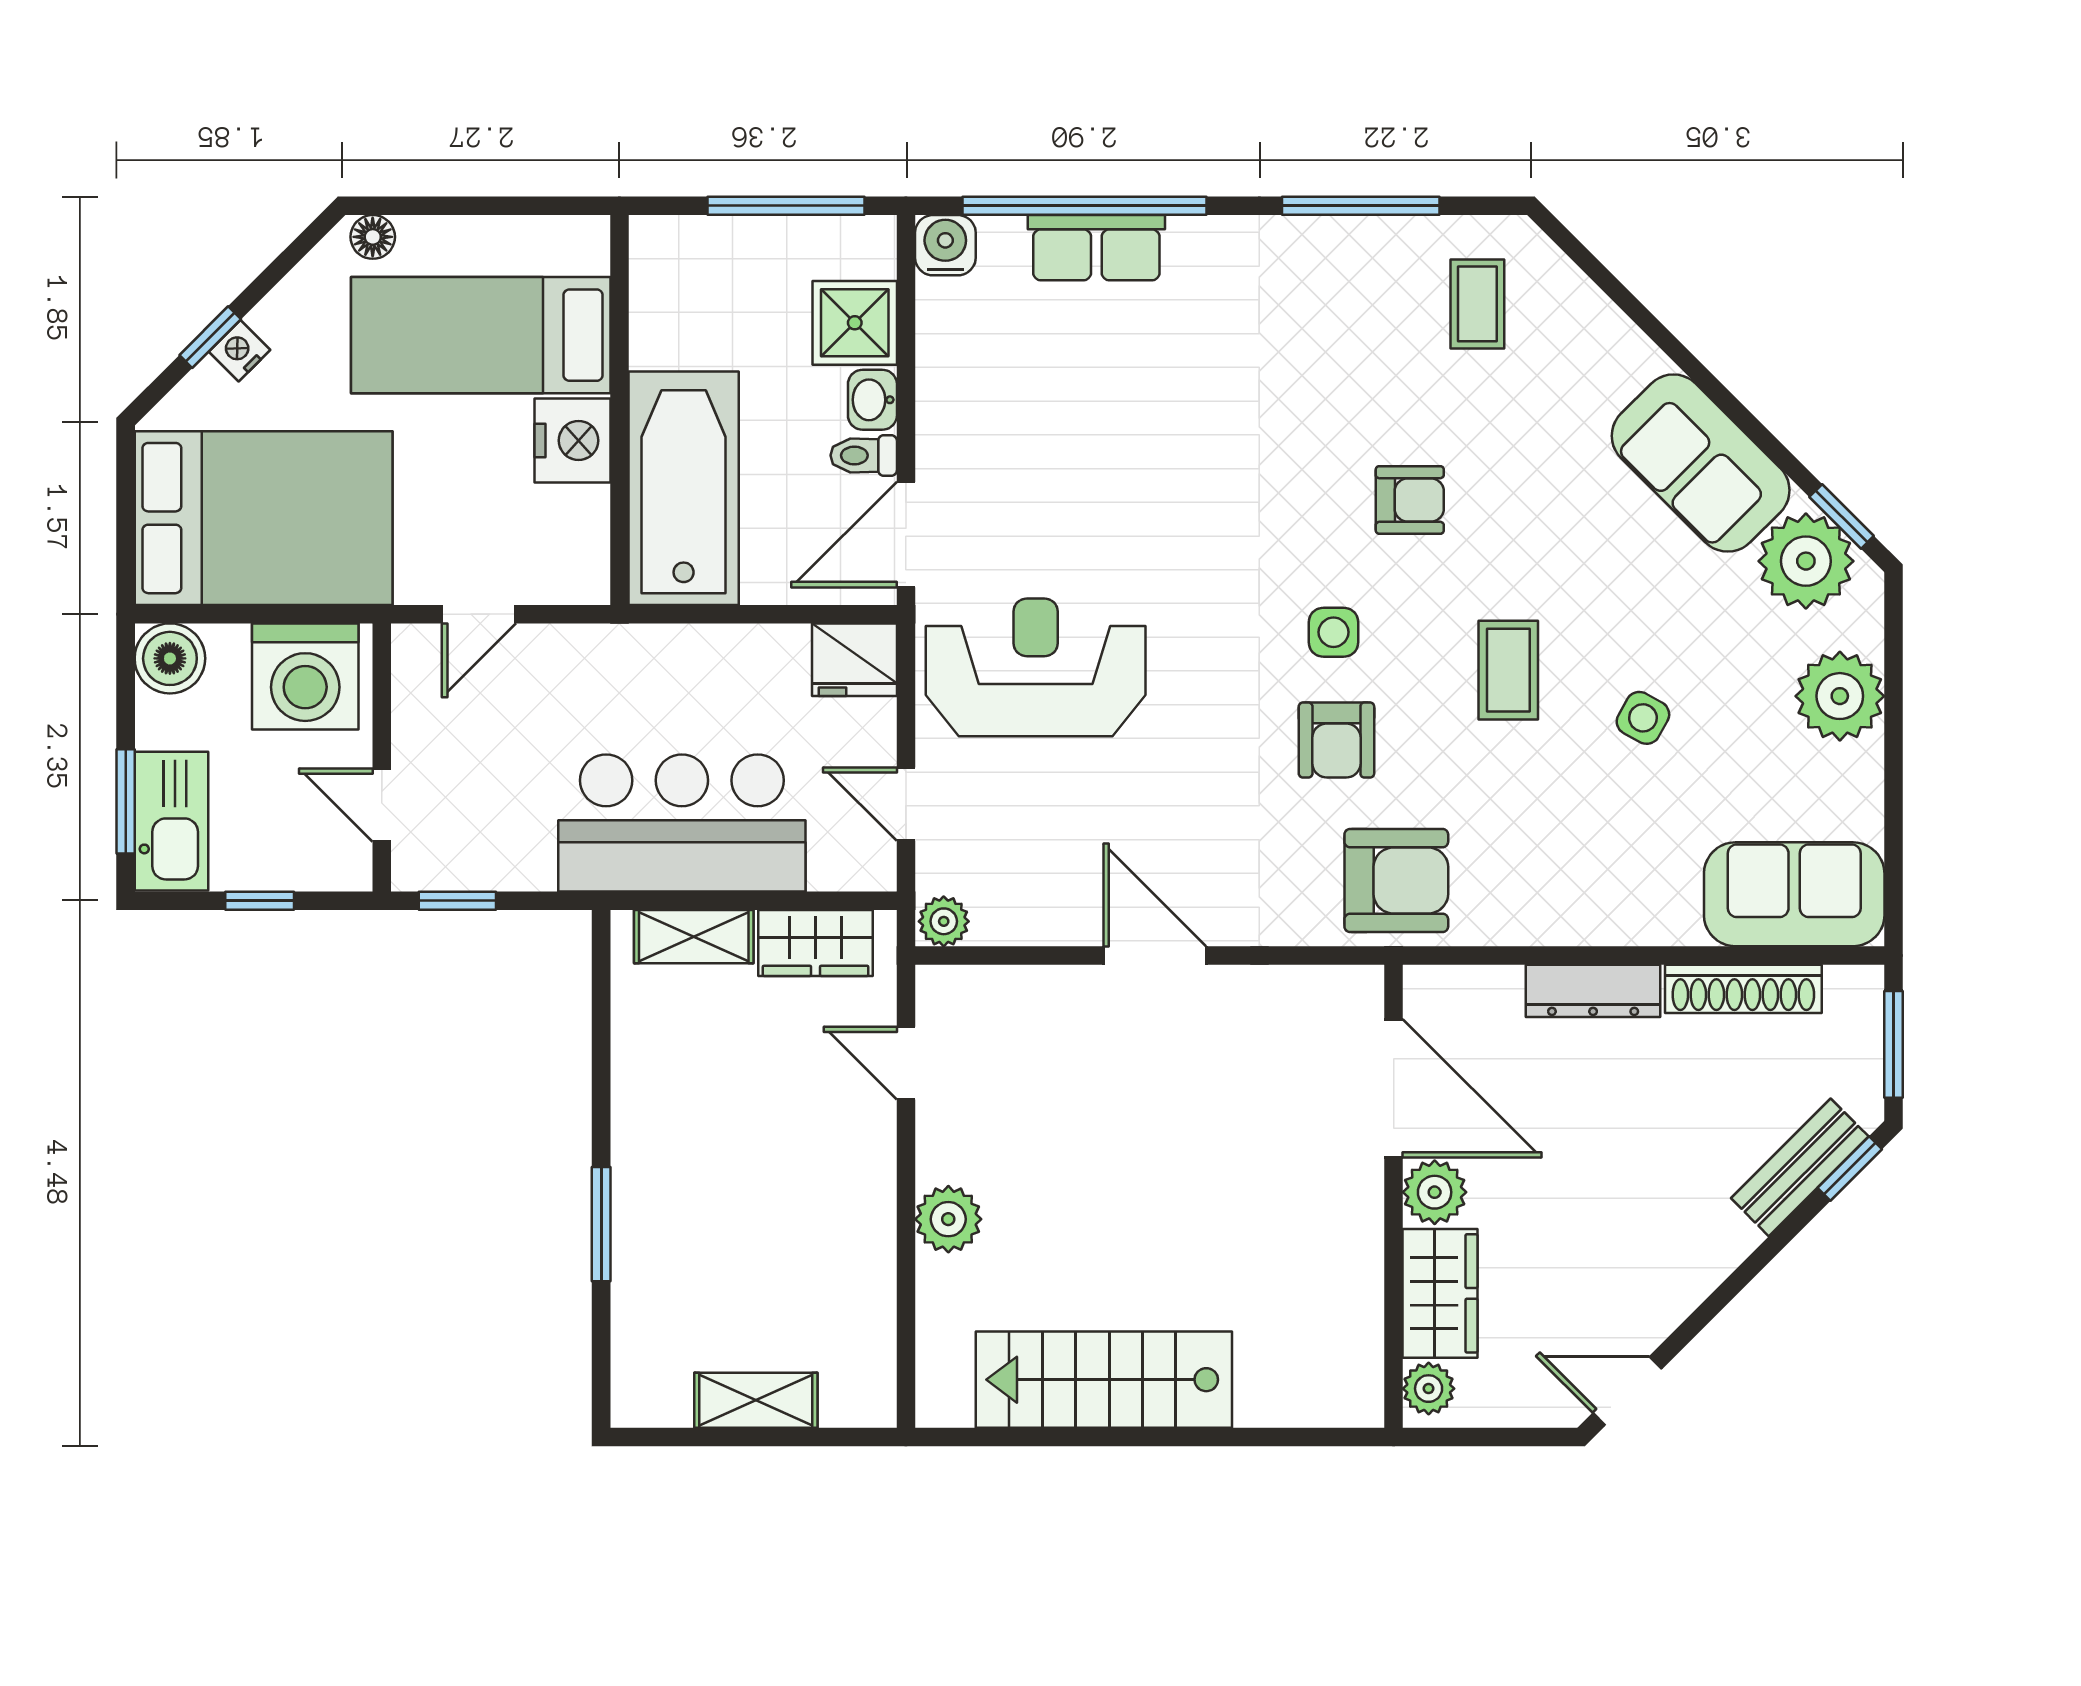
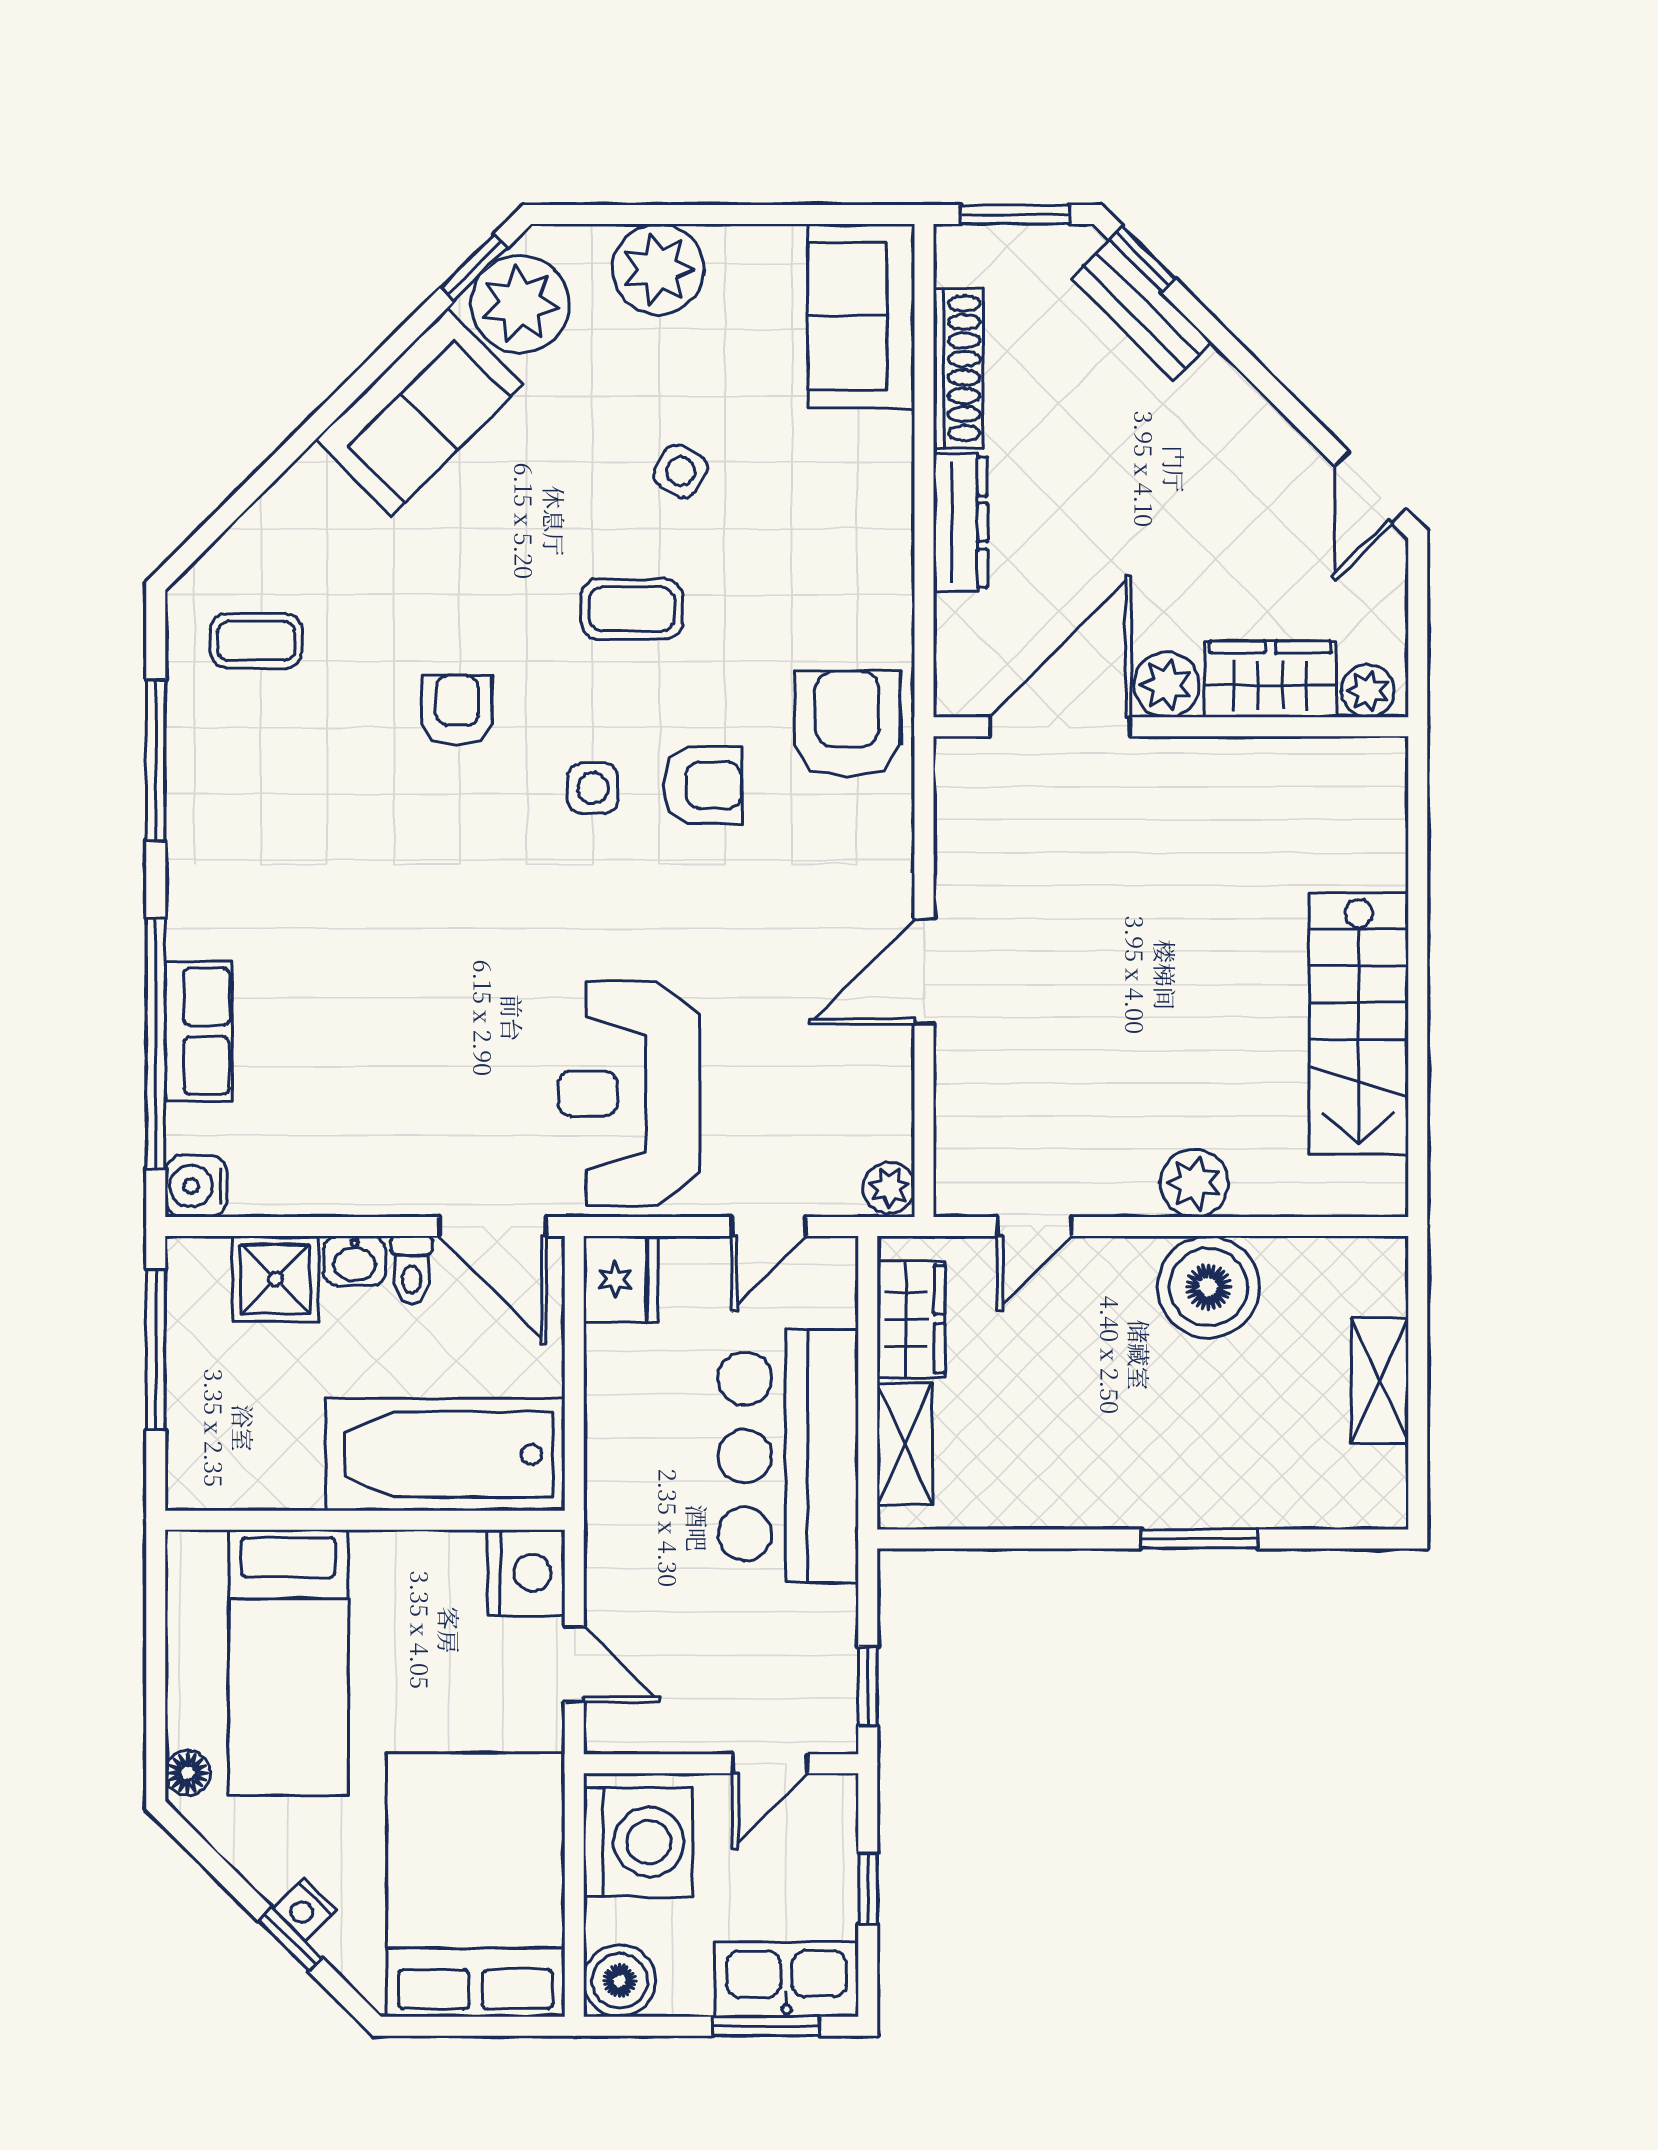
nightstand: (572, 440) -> (526, 1573), moved, turned 90
boiler: (847, 1233) -> (1208, 1287), added

